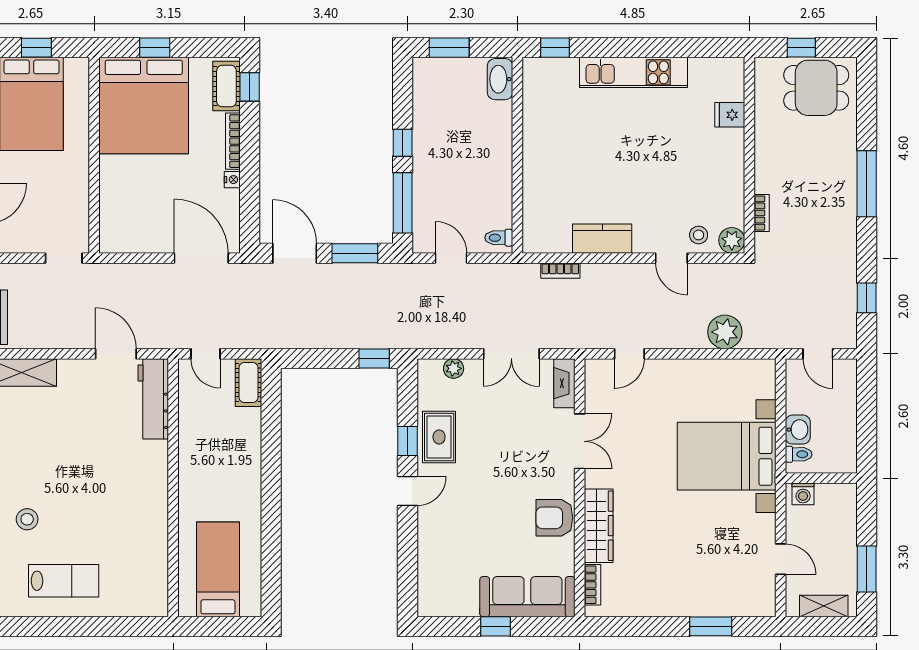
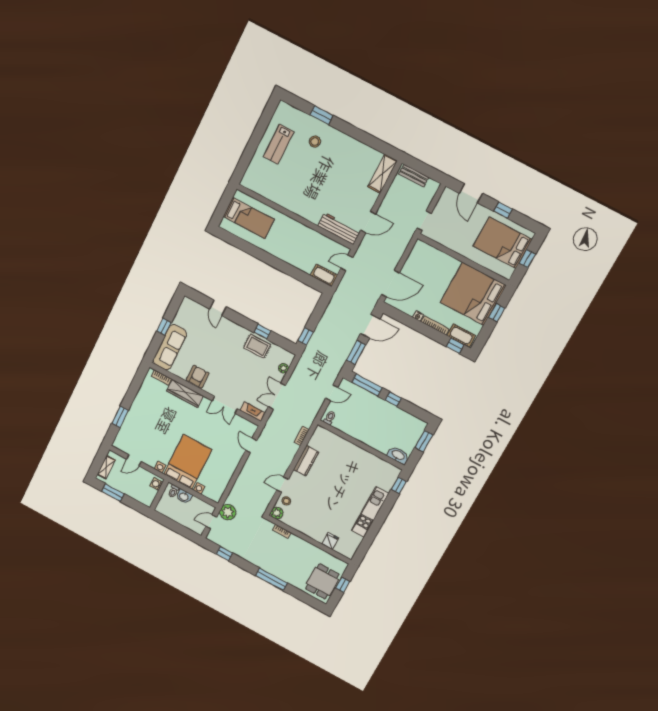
plant: (725, 332) -> (228, 512), moved
door: (407, 491) -> (218, 308), moved

